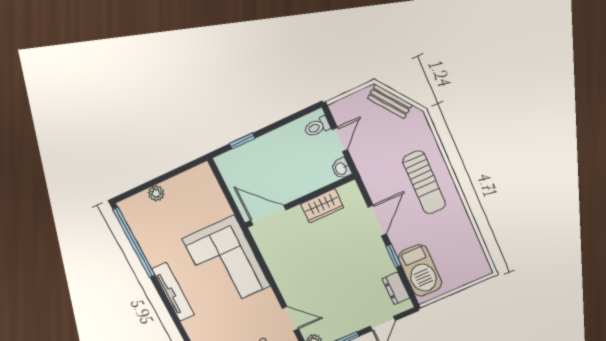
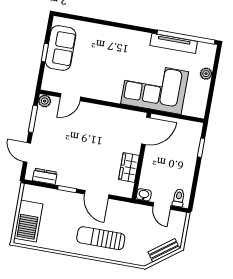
corner sofa: (226, 262) -> (155, 88), moved
barbecue: (420, 270) -> (28, 221), moved, turned -90
tv unit: (173, 292) -> (174, 43), moved

